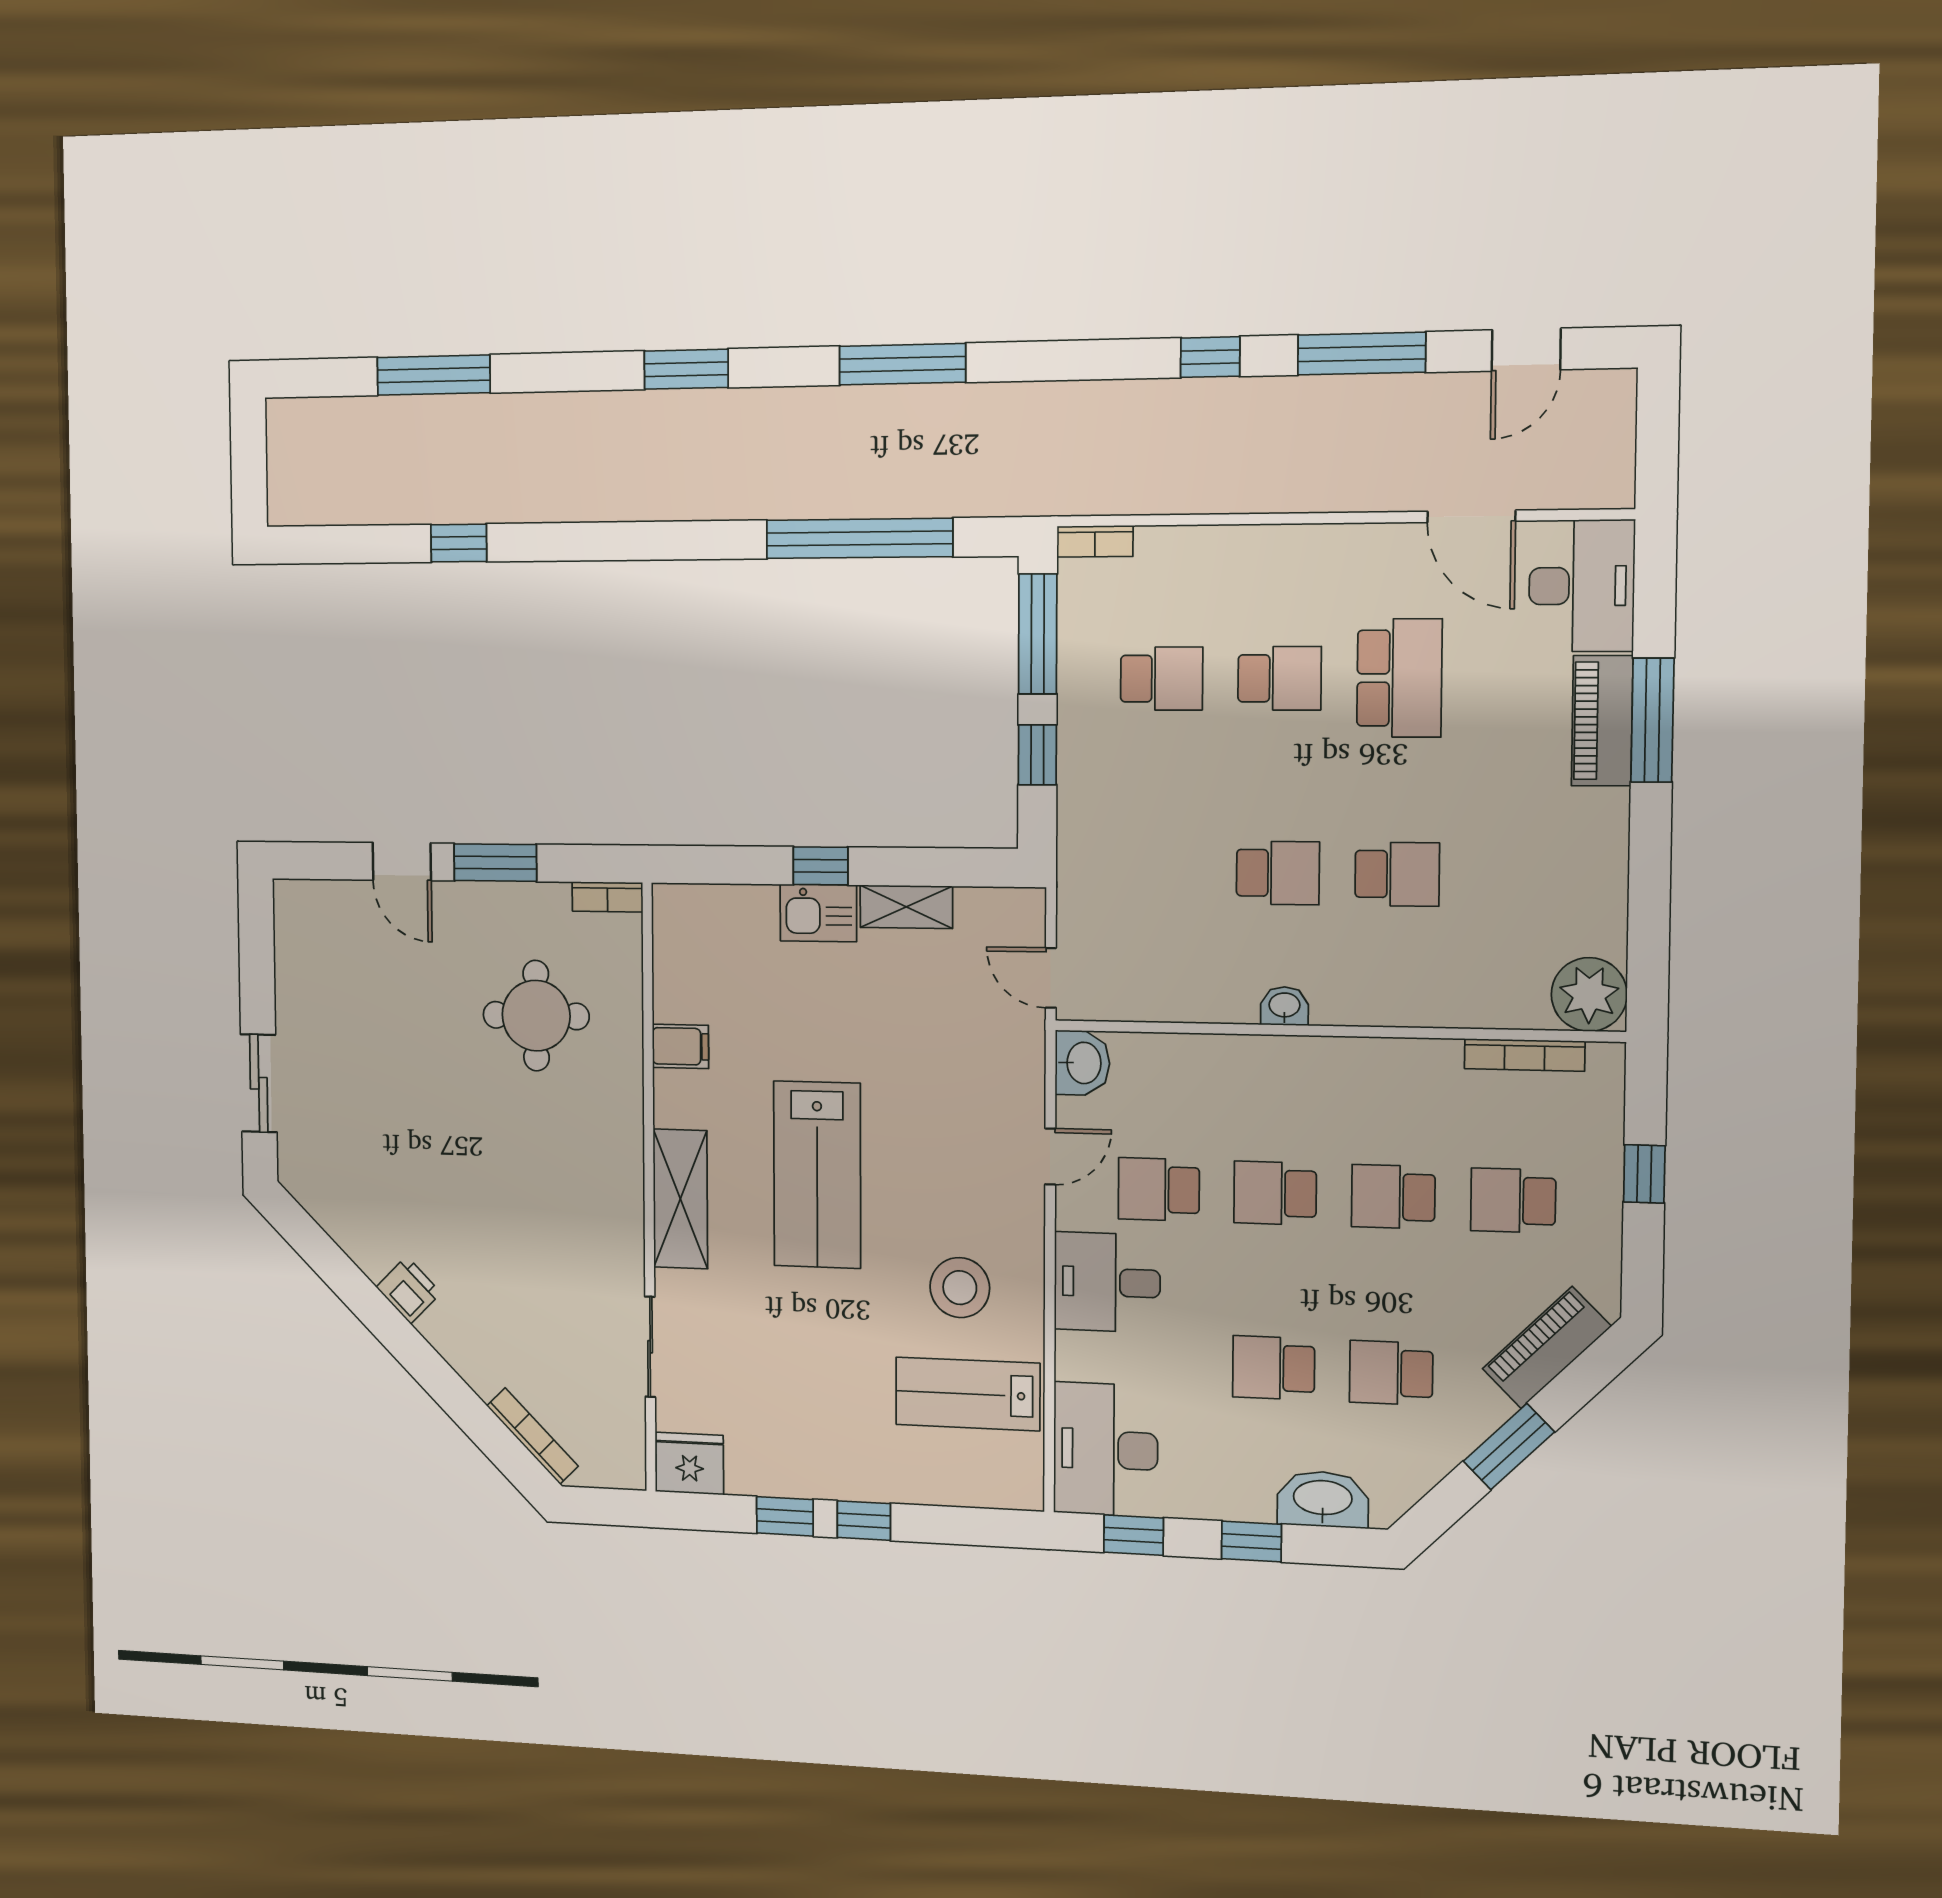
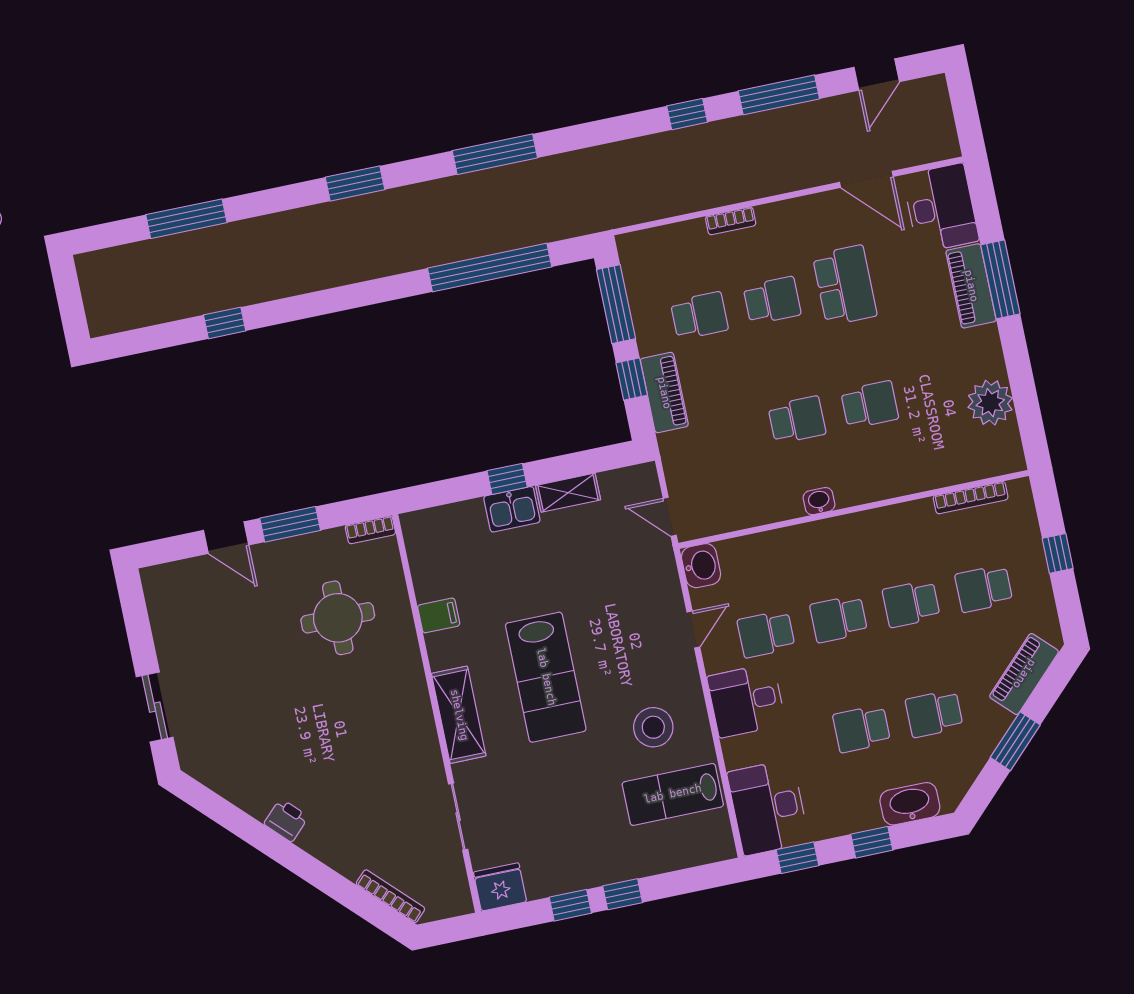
bookcase: (1095, 541) -> (731, 221), moved
piano: (1083, 786) -> (664, 393), added
plant: (1589, 994) -> (990, 403), moved

